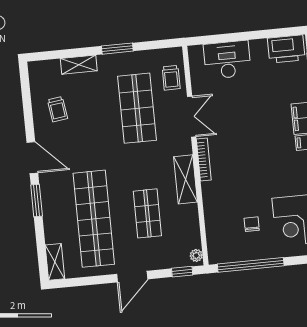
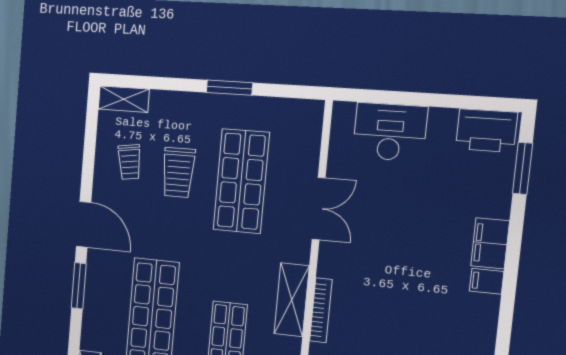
shelving: (79, 65) -> (124, 99), moved
trolley: (171, 78) -> (178, 172), moved, width x1.36, depth x1.39
bookcase: (204, 160) -> (321, 310), moved

